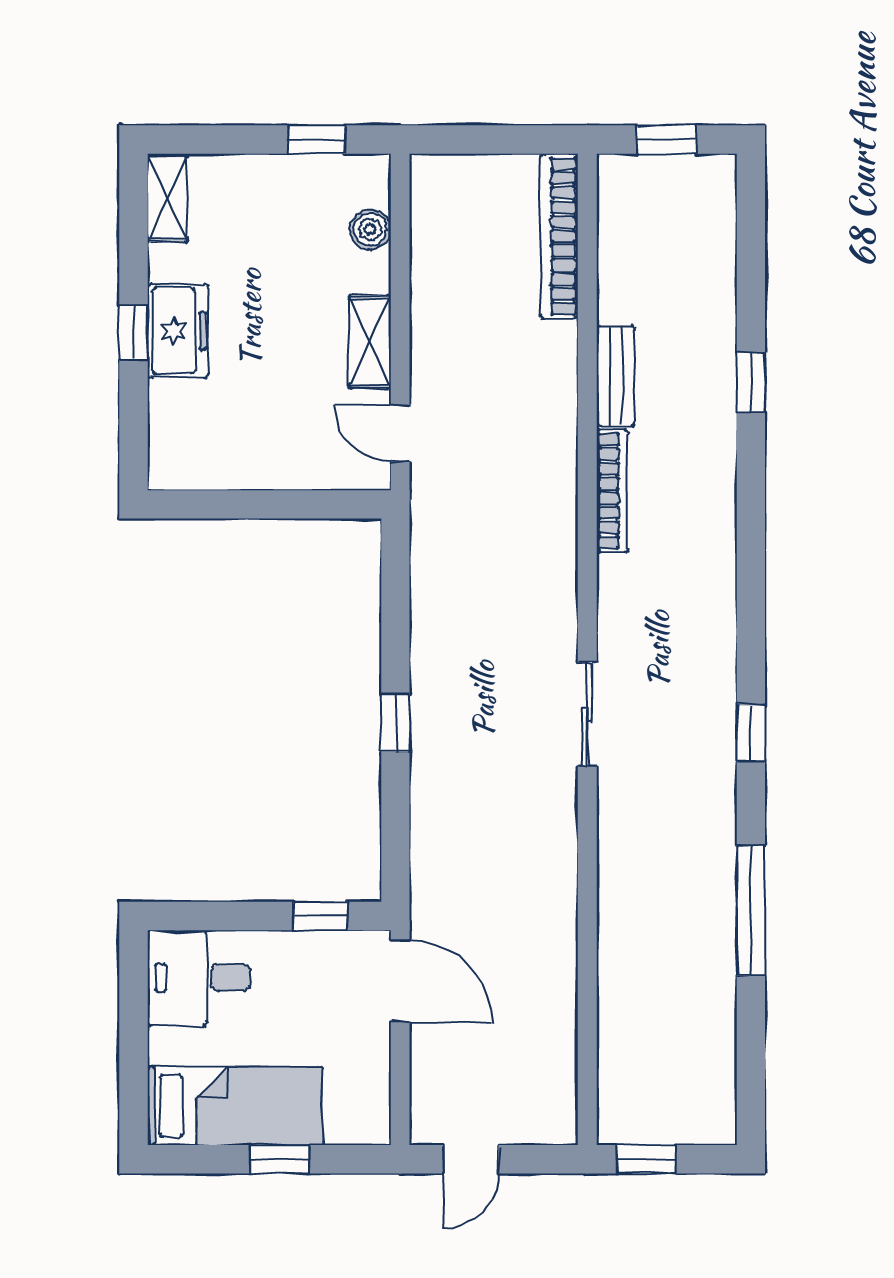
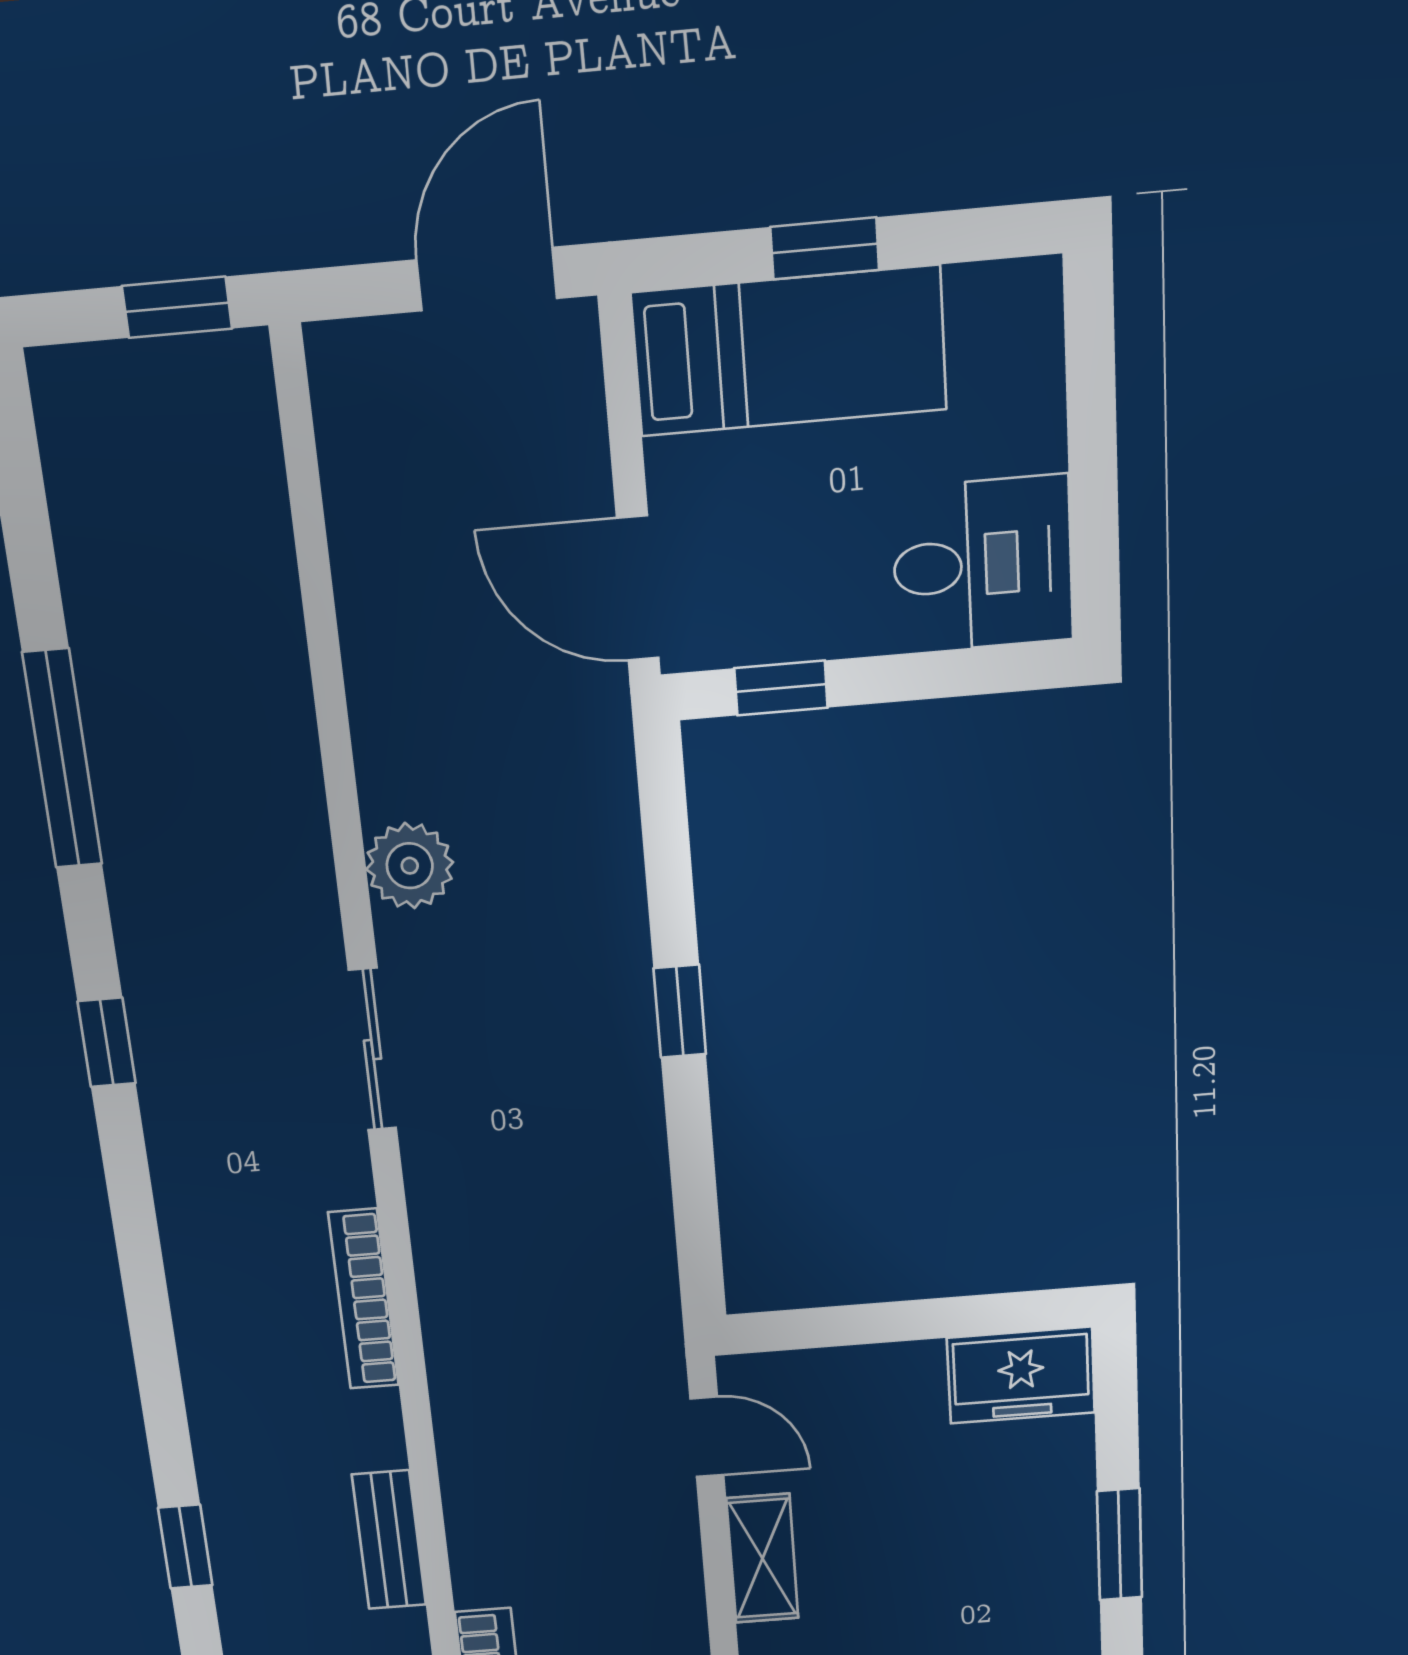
freezer: (178, 331) -> (1021, 1375), moved, turned -90
window: (133, 332) -> (1120, 1544), width x1.50
bookcase: (612, 491) -> (364, 1299), moved
plant: (551, 828) -> (410, 866), added
bed: (235, 1106) -> (789, 351), moved, turned 180
door: (471, 1159) -> (487, 279), width x1.38

